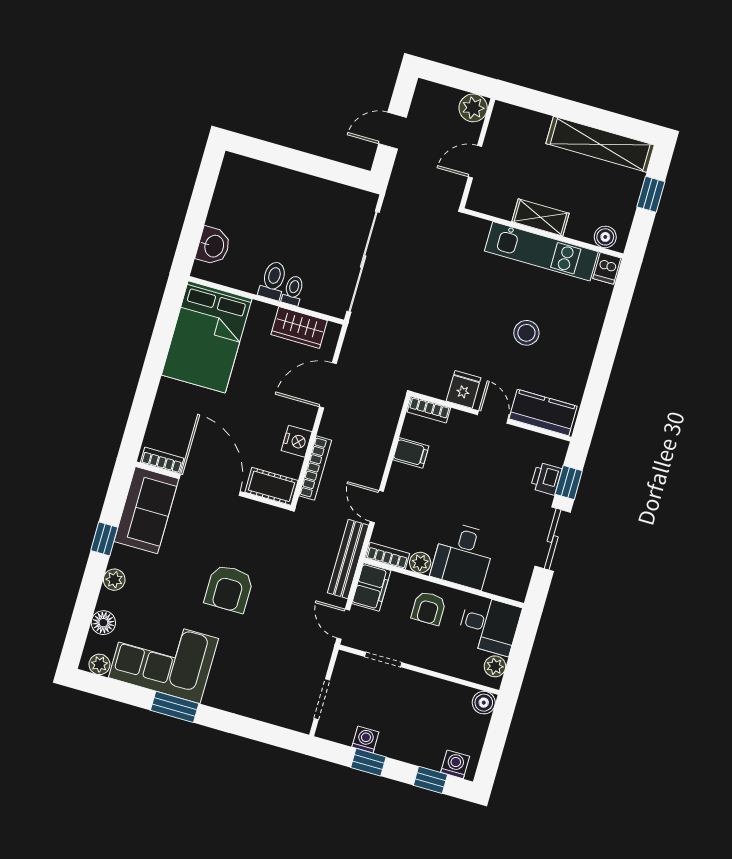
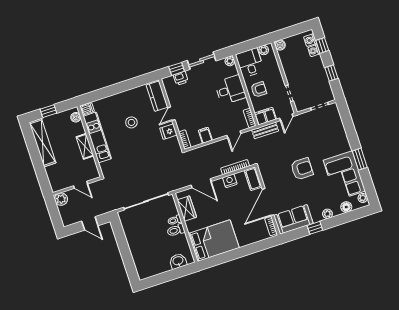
bench: (348, 559) -> (265, 130), width x0.73
plant: (420, 563) -> (230, 61), moved
washing machine: (365, 739) -> (314, 51), moved

